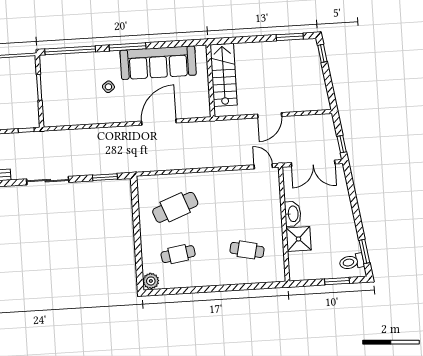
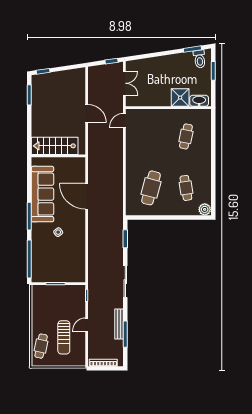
double door: (313, 163) -> (124, 83), width x0.73
cafe table: (175, 207) -> (151, 188), turned 36
washbasin: (293, 214) -> (199, 101), moved

